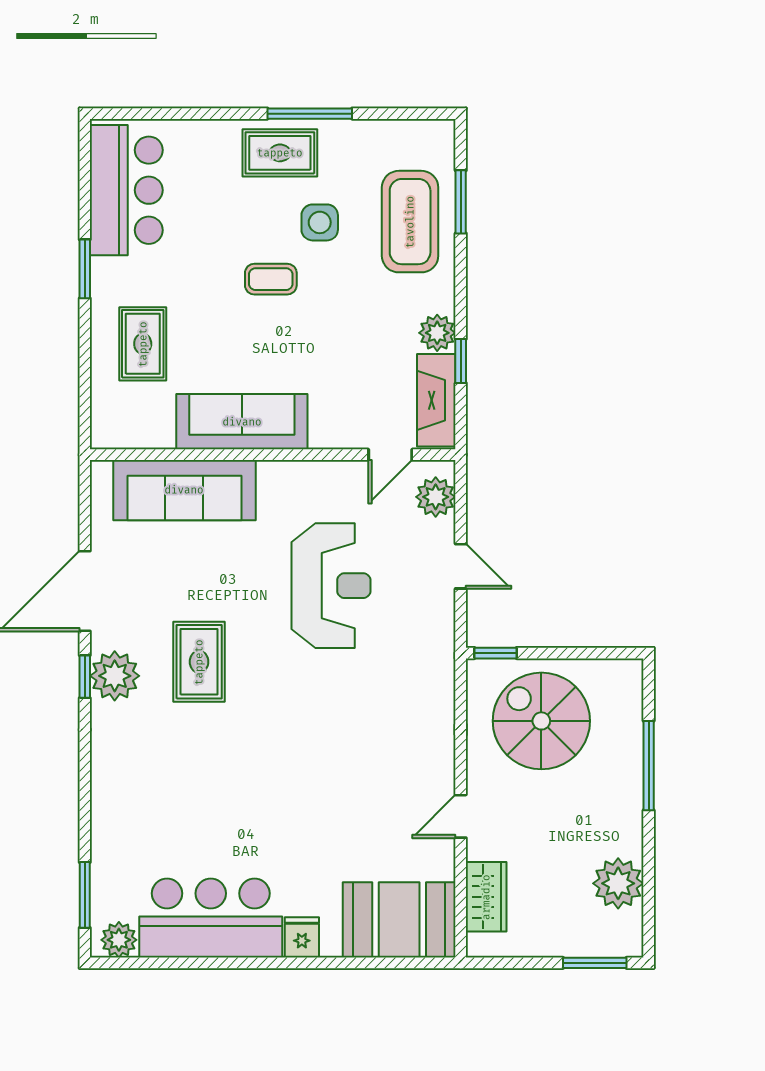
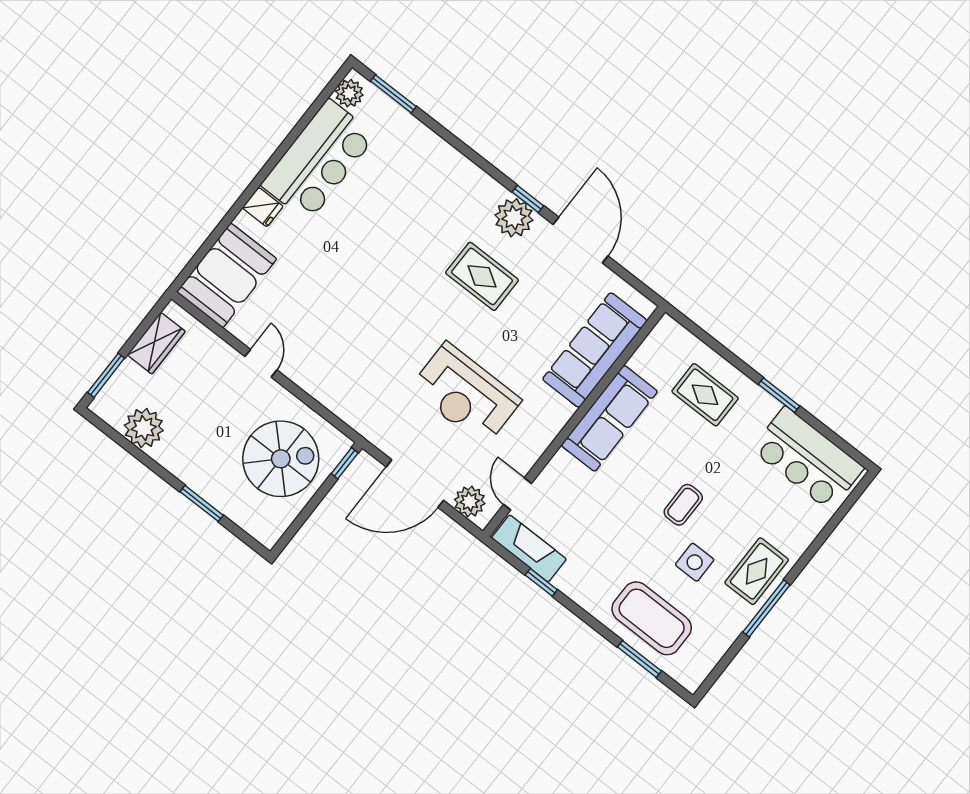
plant: (437, 333) -> (570, 581), removed
door: (461, 566) -> (415, 484), width x1.88
window: (649, 766) -> (202, 503), width x0.69
wardrobe: (486, 897) -> (156, 343), moved, turned -90

